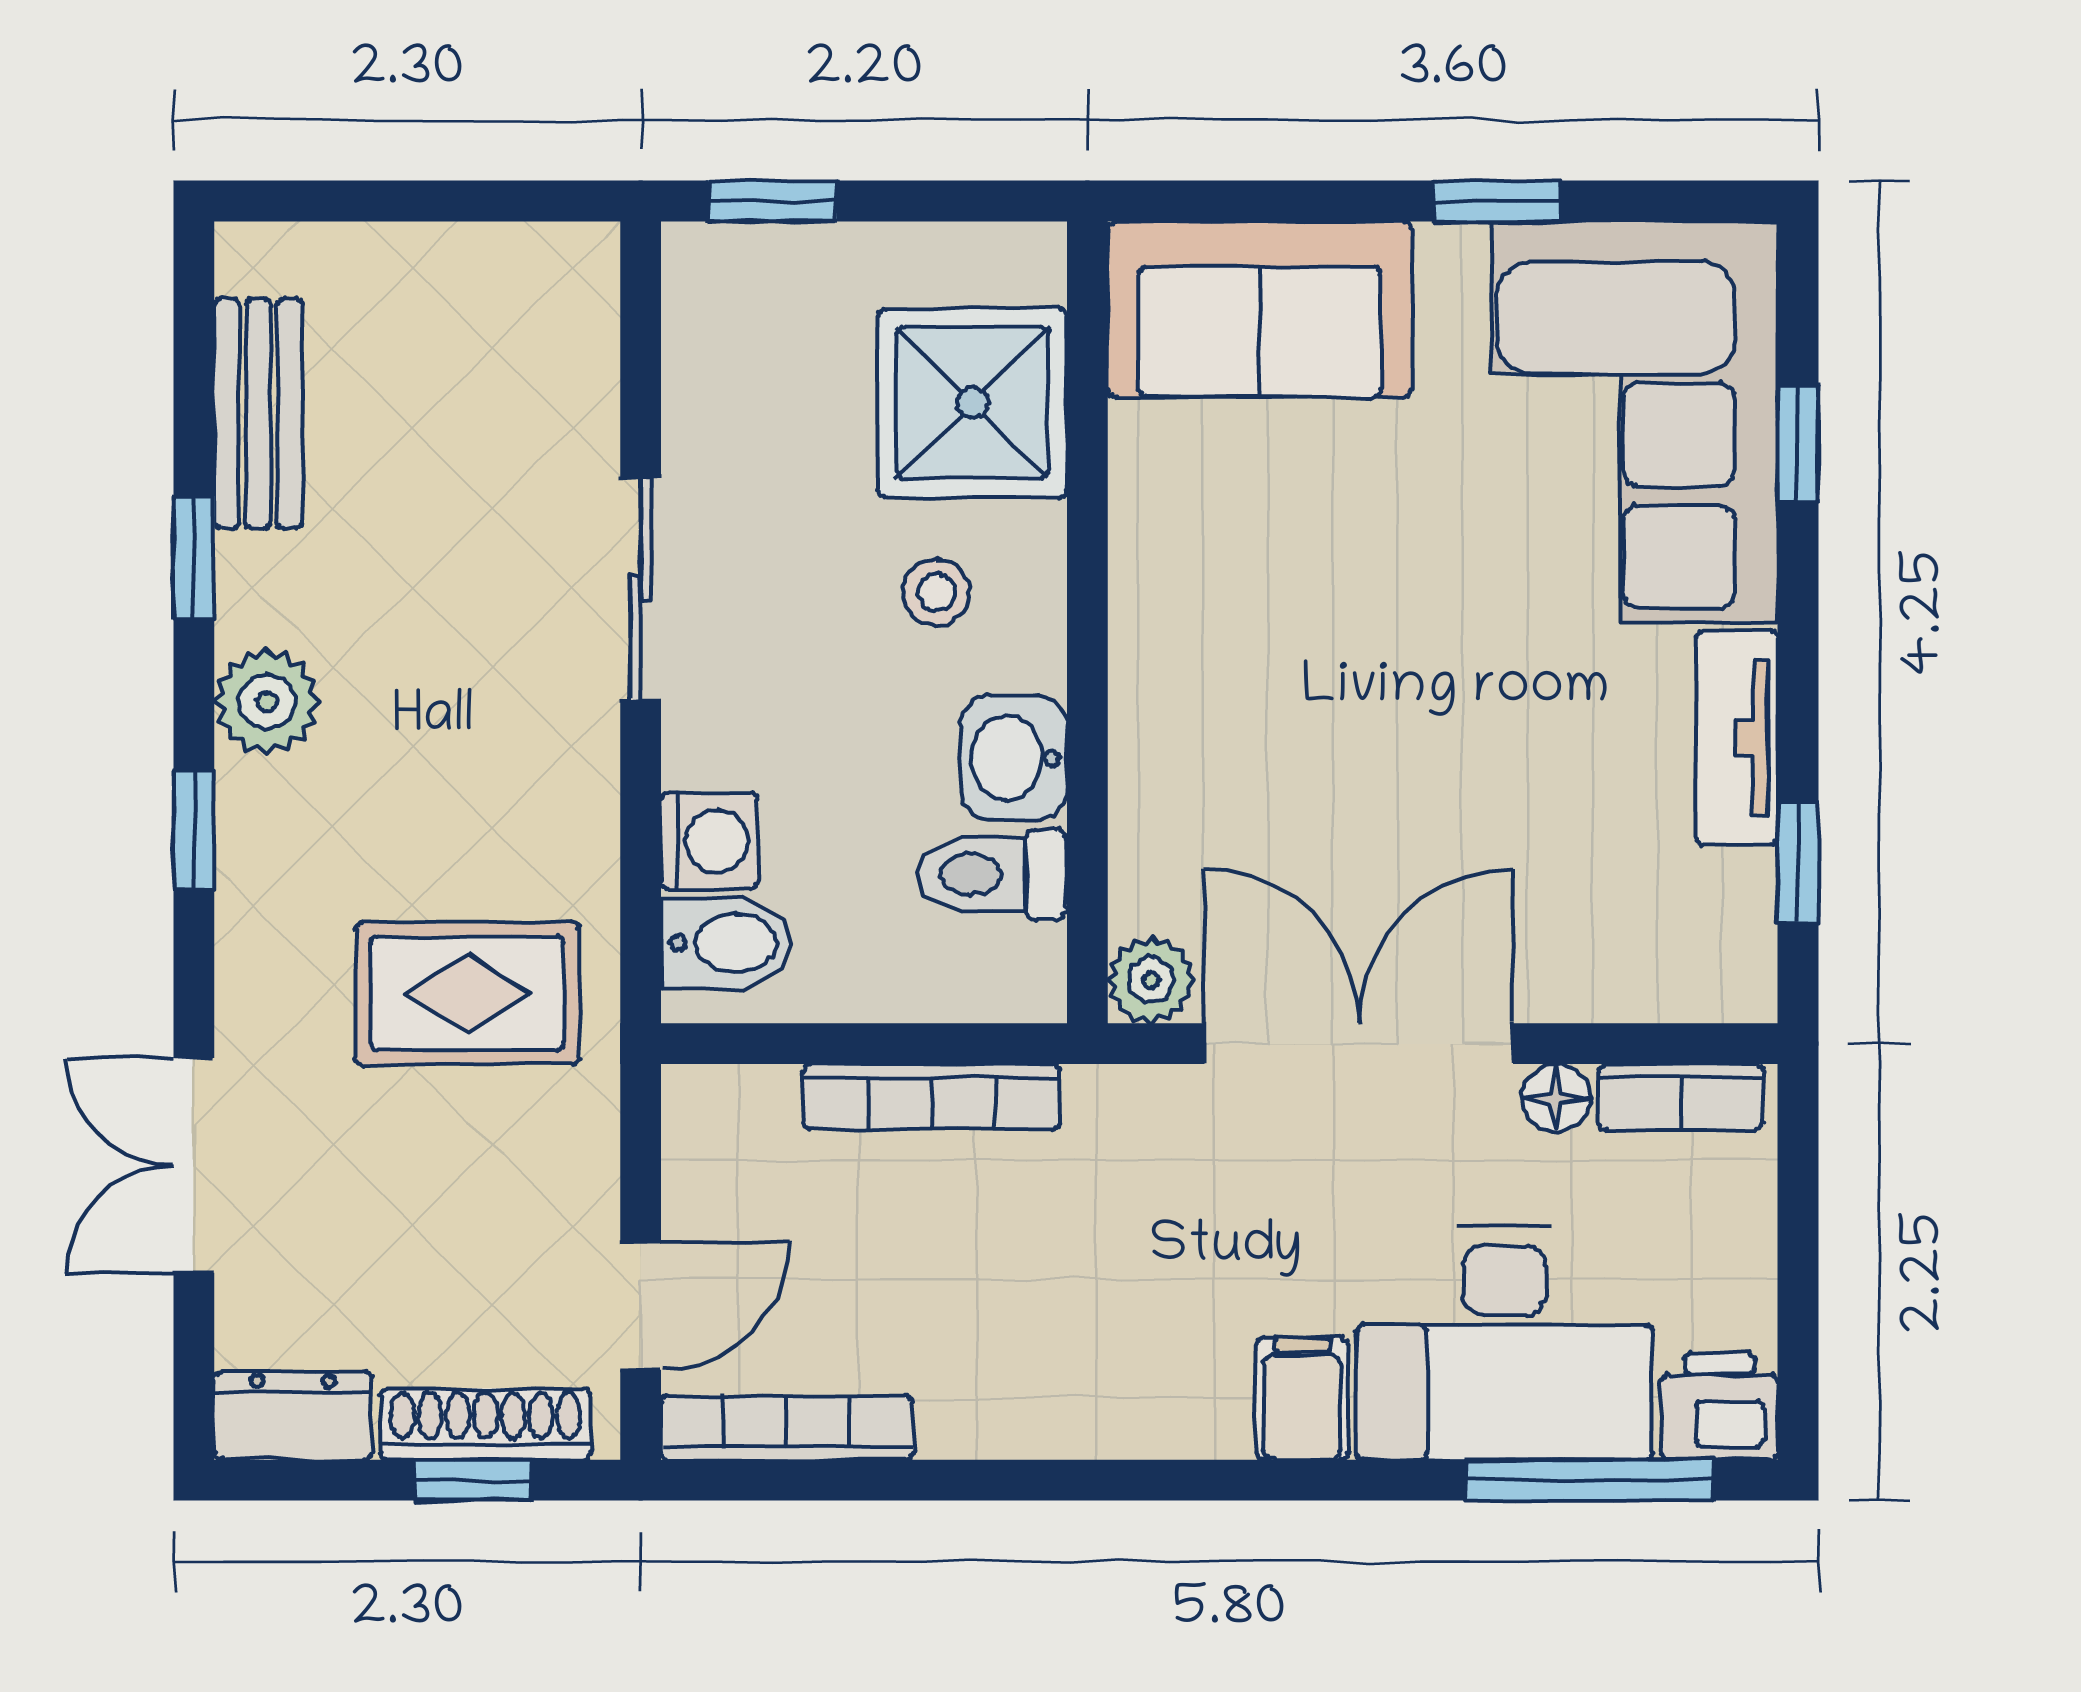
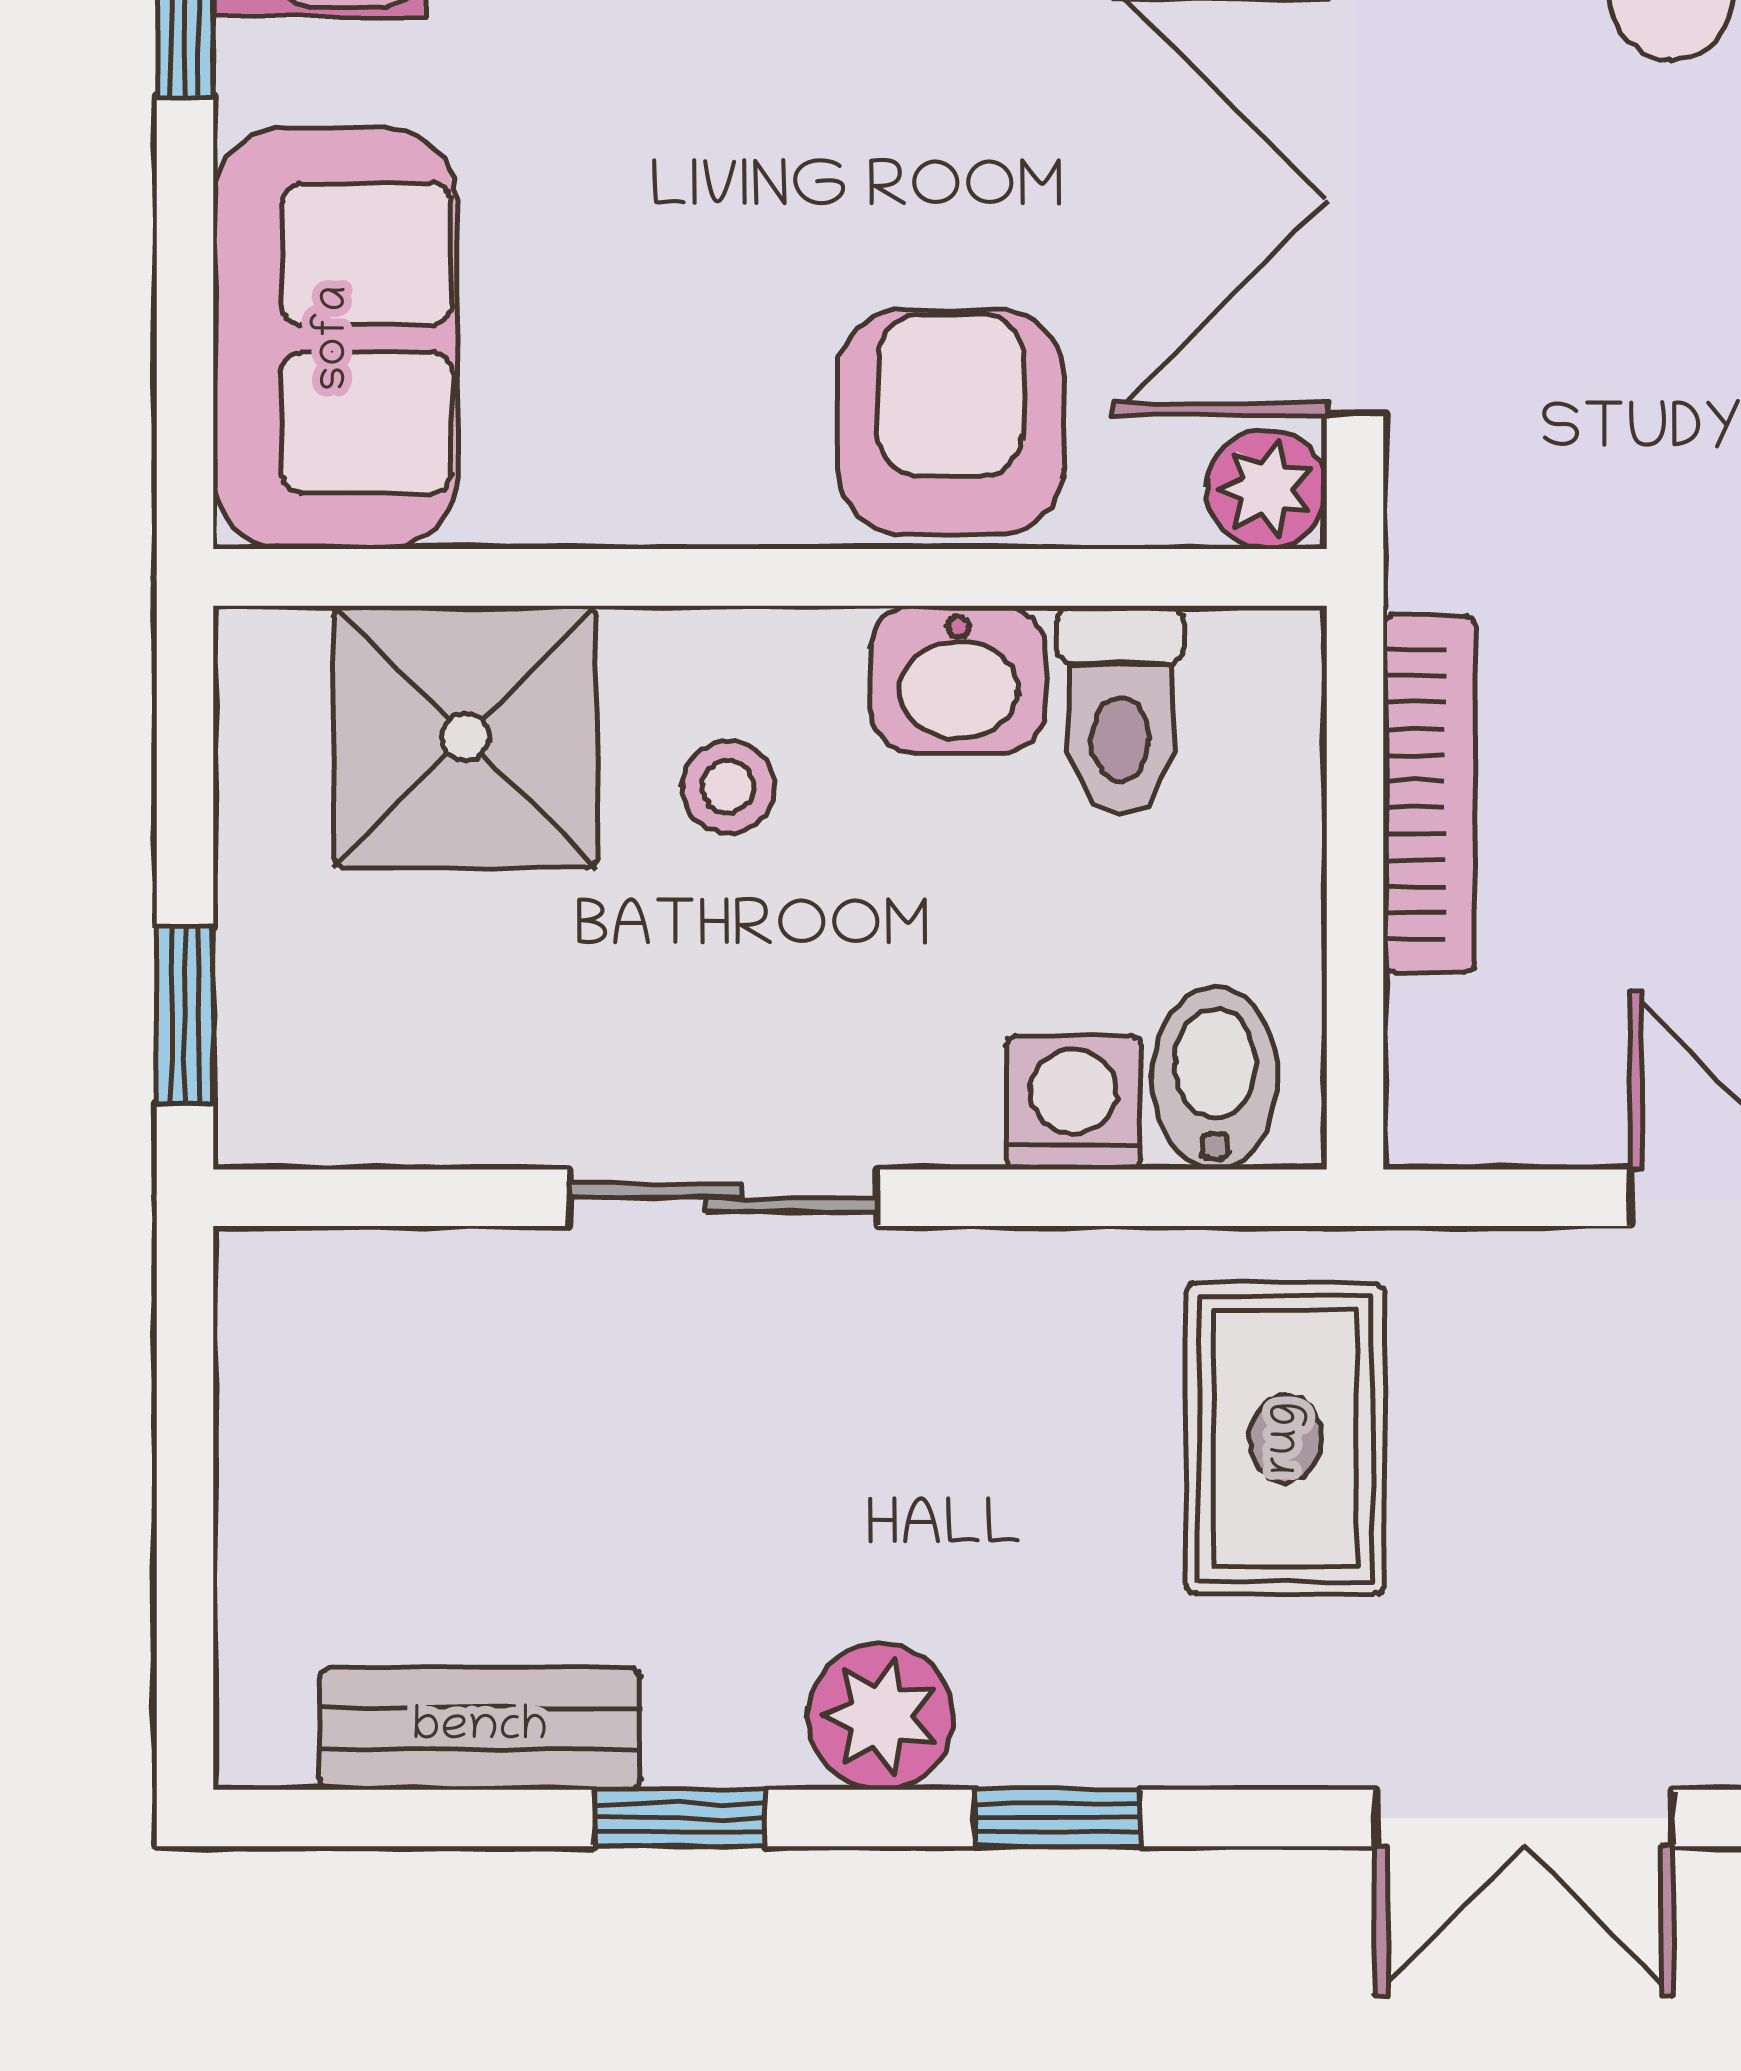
armchair: (1199, 752) -> (950, 422), added

